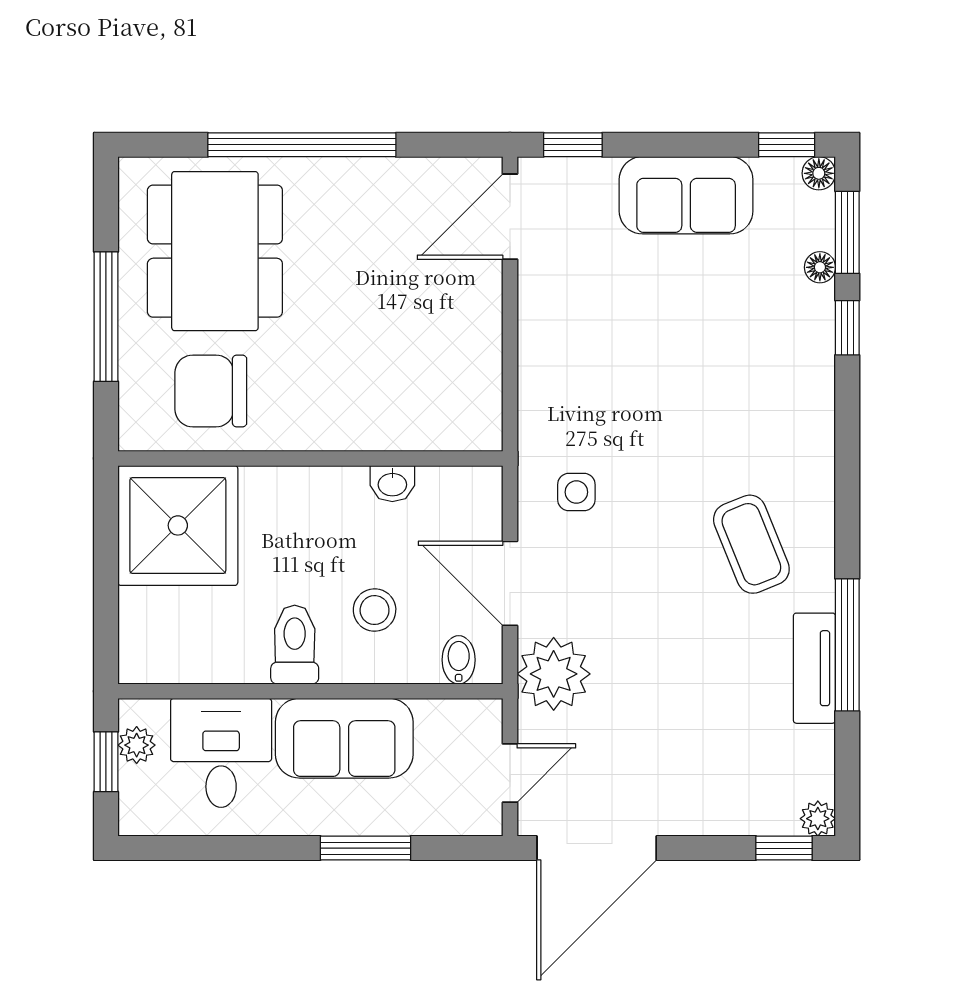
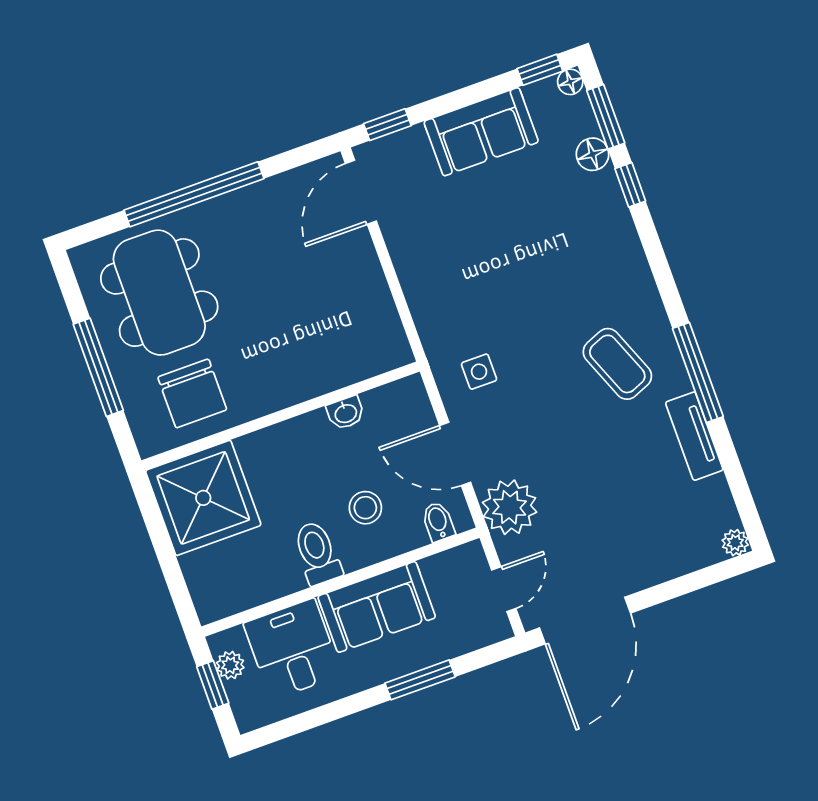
floor lamp: (820, 267) -> (592, 154), width x1.37, depth x1.37
chair: (211, 391) -> (192, 393), turned -90
window: (847, 645) -> (698, 372), moved
window: (784, 848) -> (719, 572), removed

